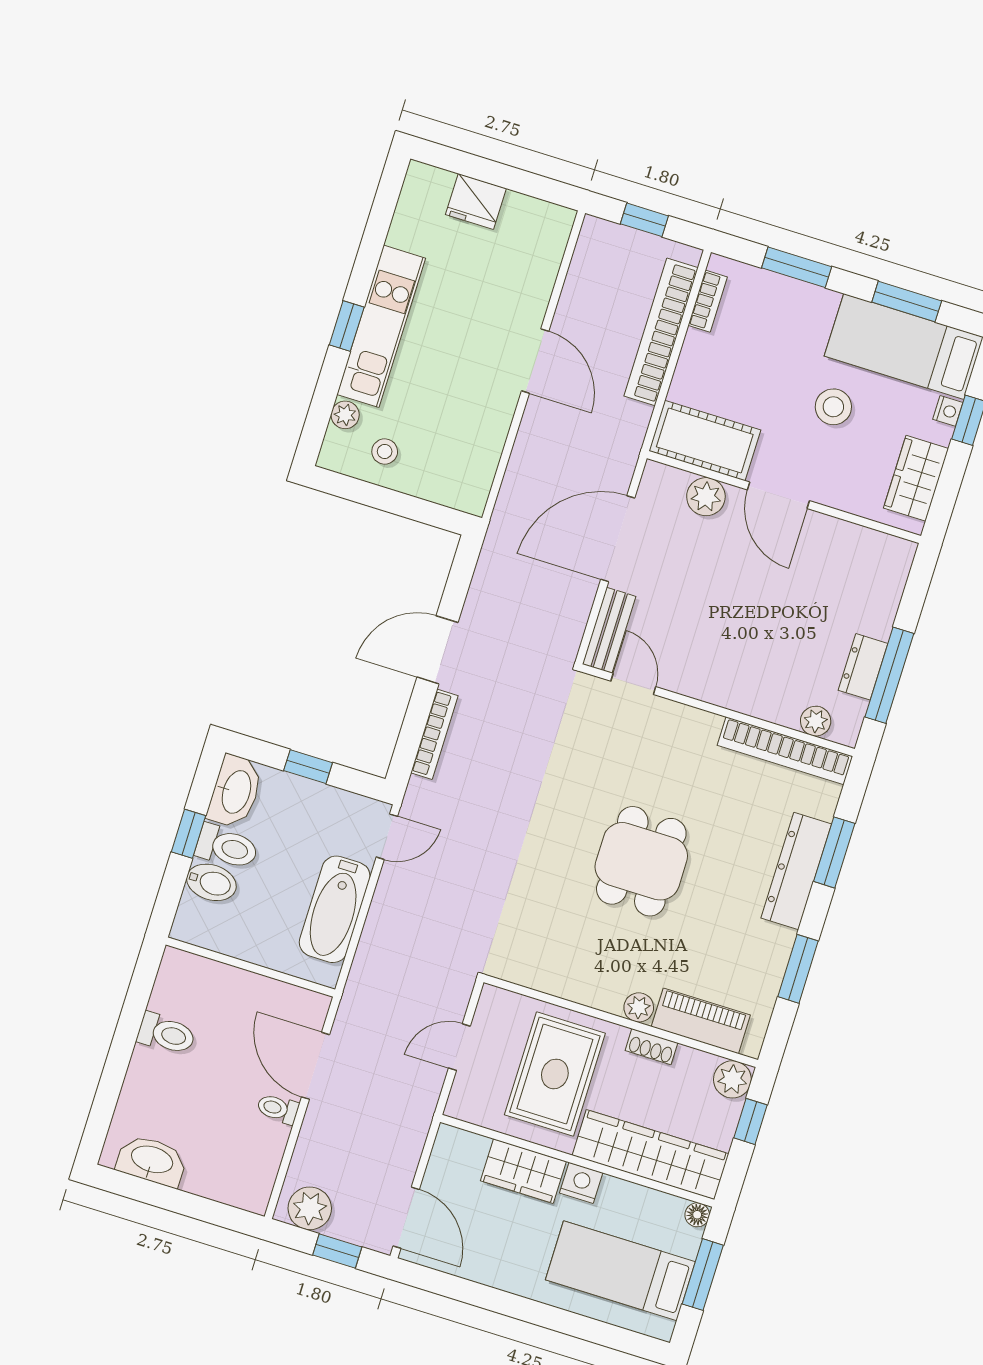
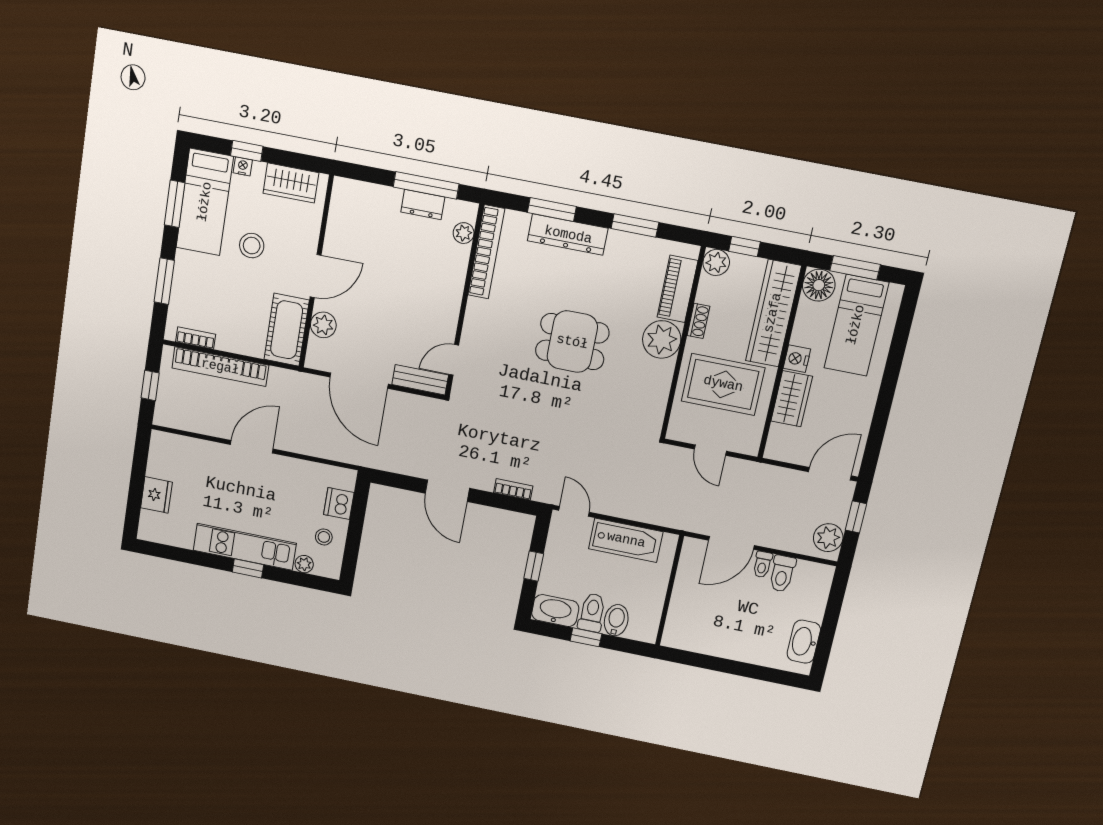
dishwasher: (434, 482) -> (339, 504), added
bookcase: (434, 734) -> (513, 489), width x0.64
plant: (639, 1007) -> (662, 339), width x1.87, depth x1.87
toilet: (166, 1034) -> (782, 574), moved, turned 180
floor lamp: (697, 1215) -> (819, 285), width x1.89, depth x1.89

